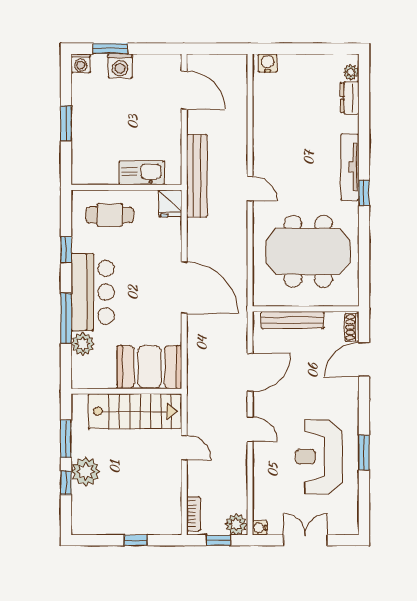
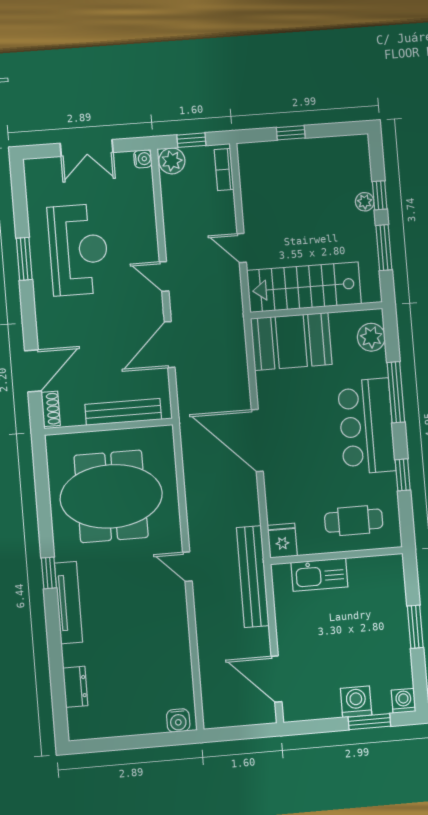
plant: (351, 72) -> (76, 718), removed
plant: (83, 344) -> (371, 337), moved
plant: (86, 472) -> (365, 202), width x0.53, depth x0.53

